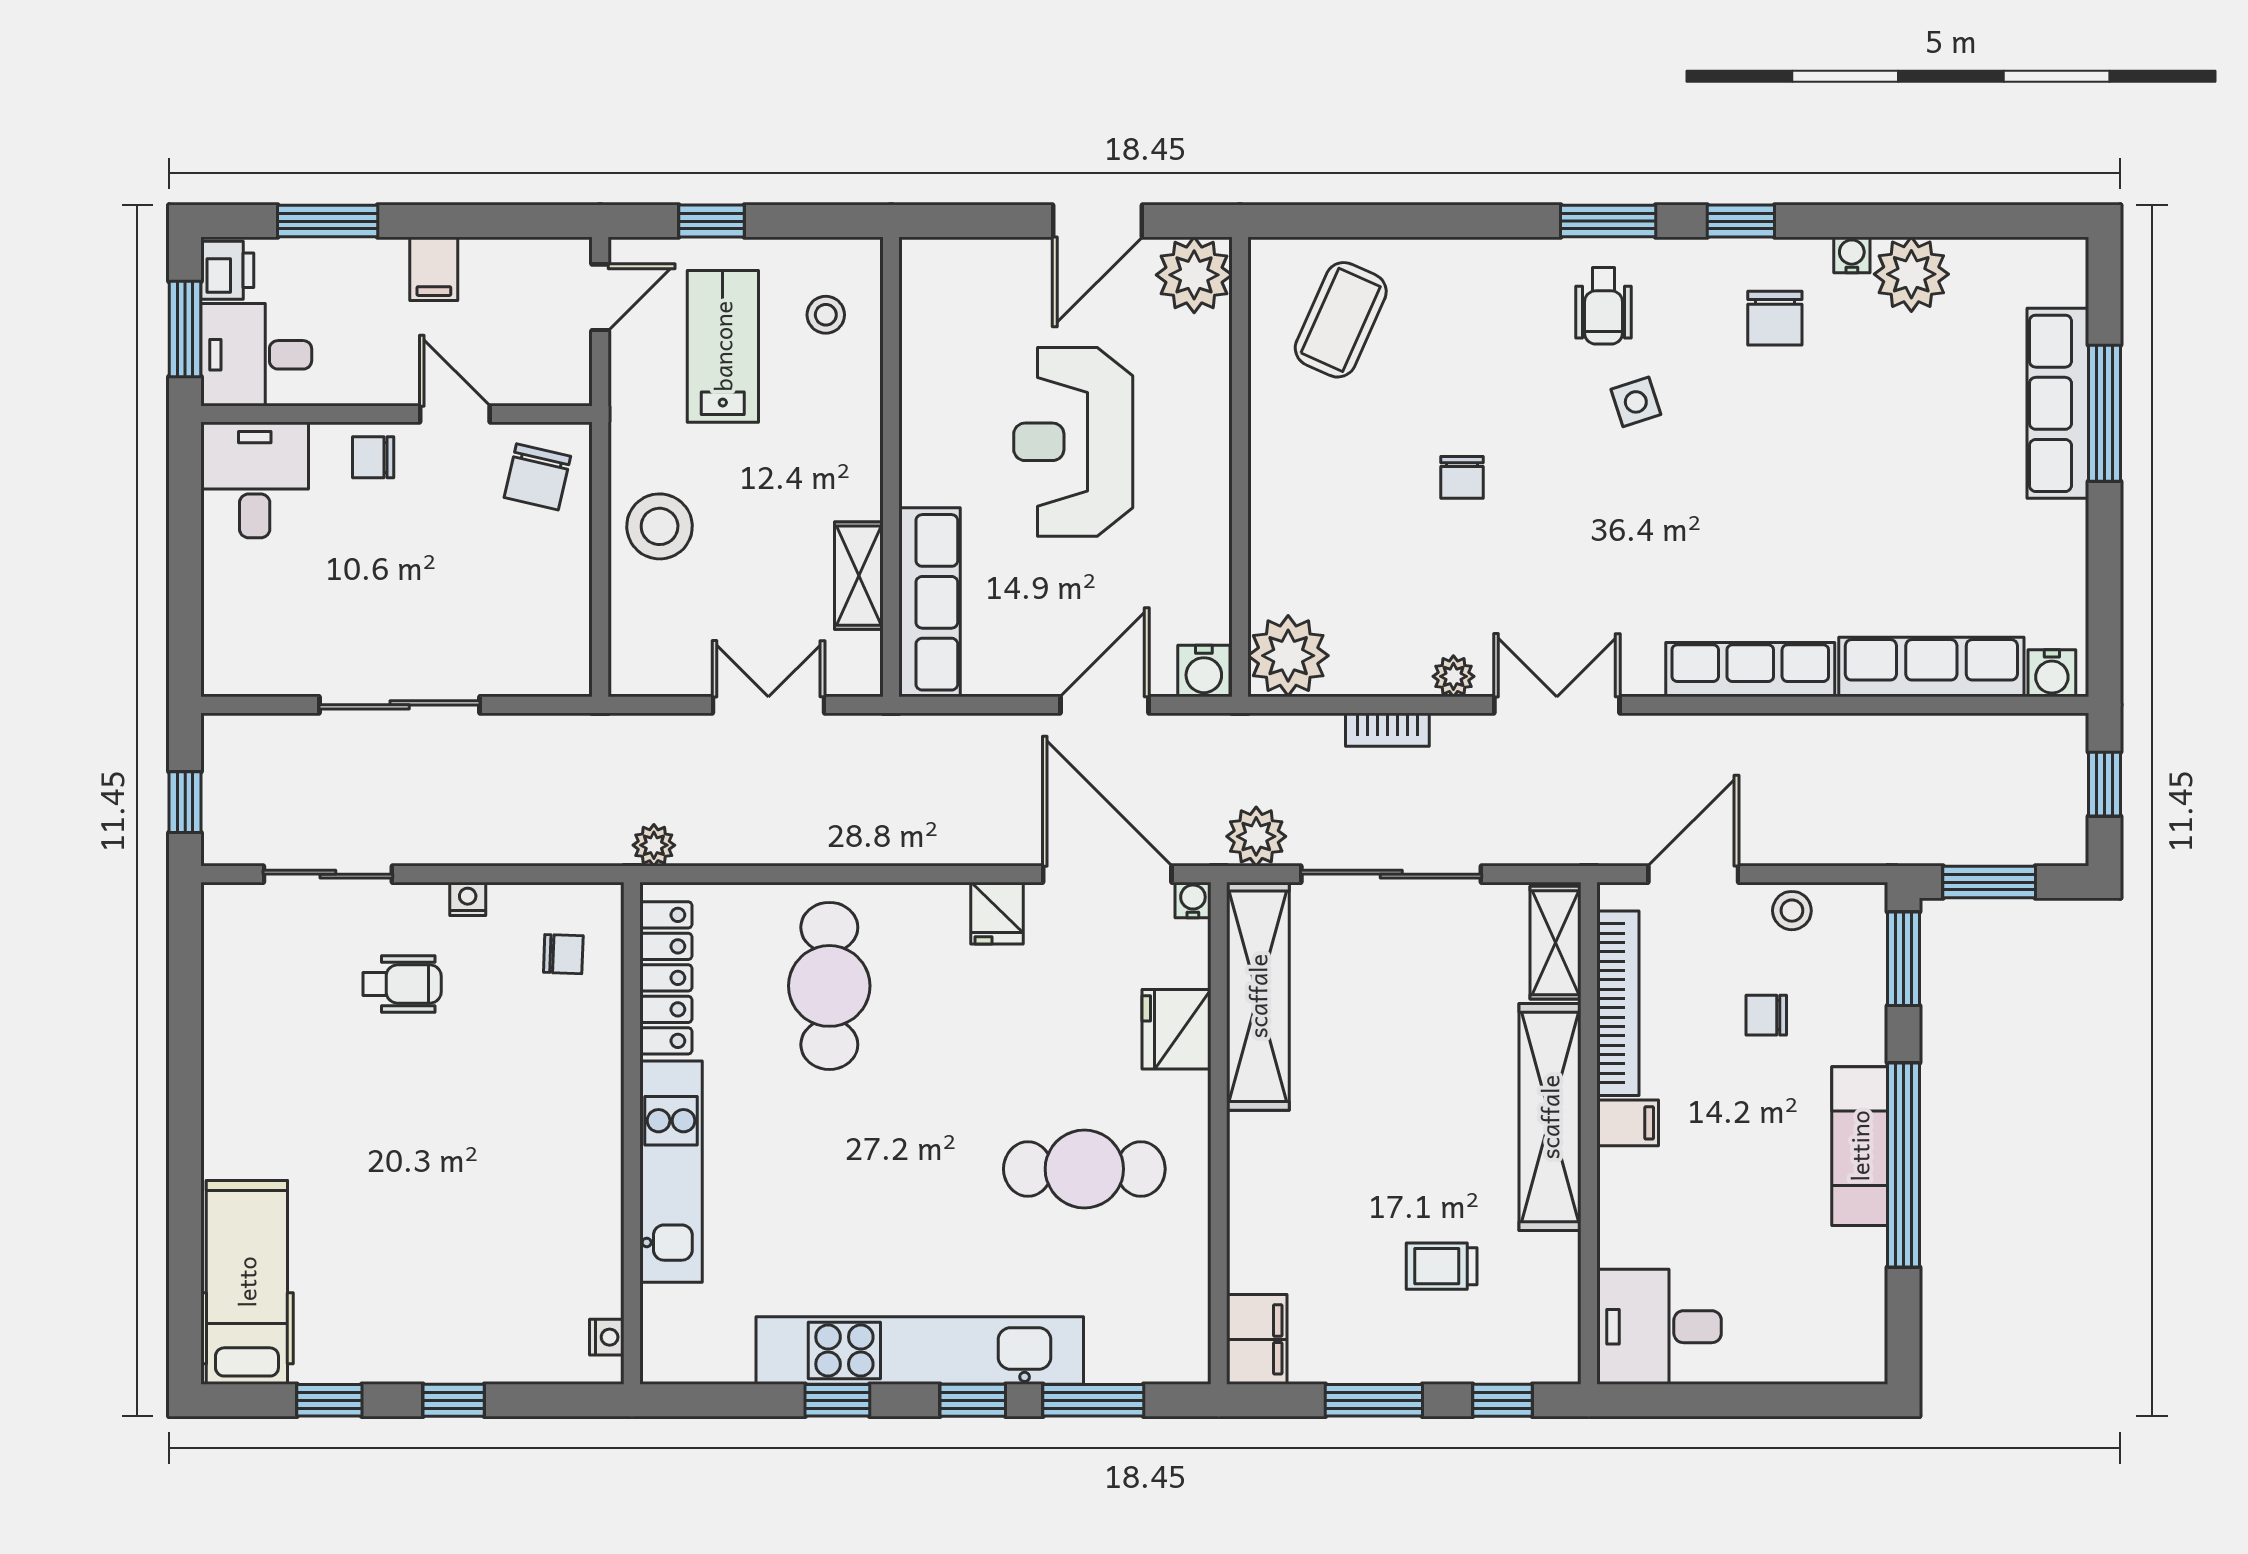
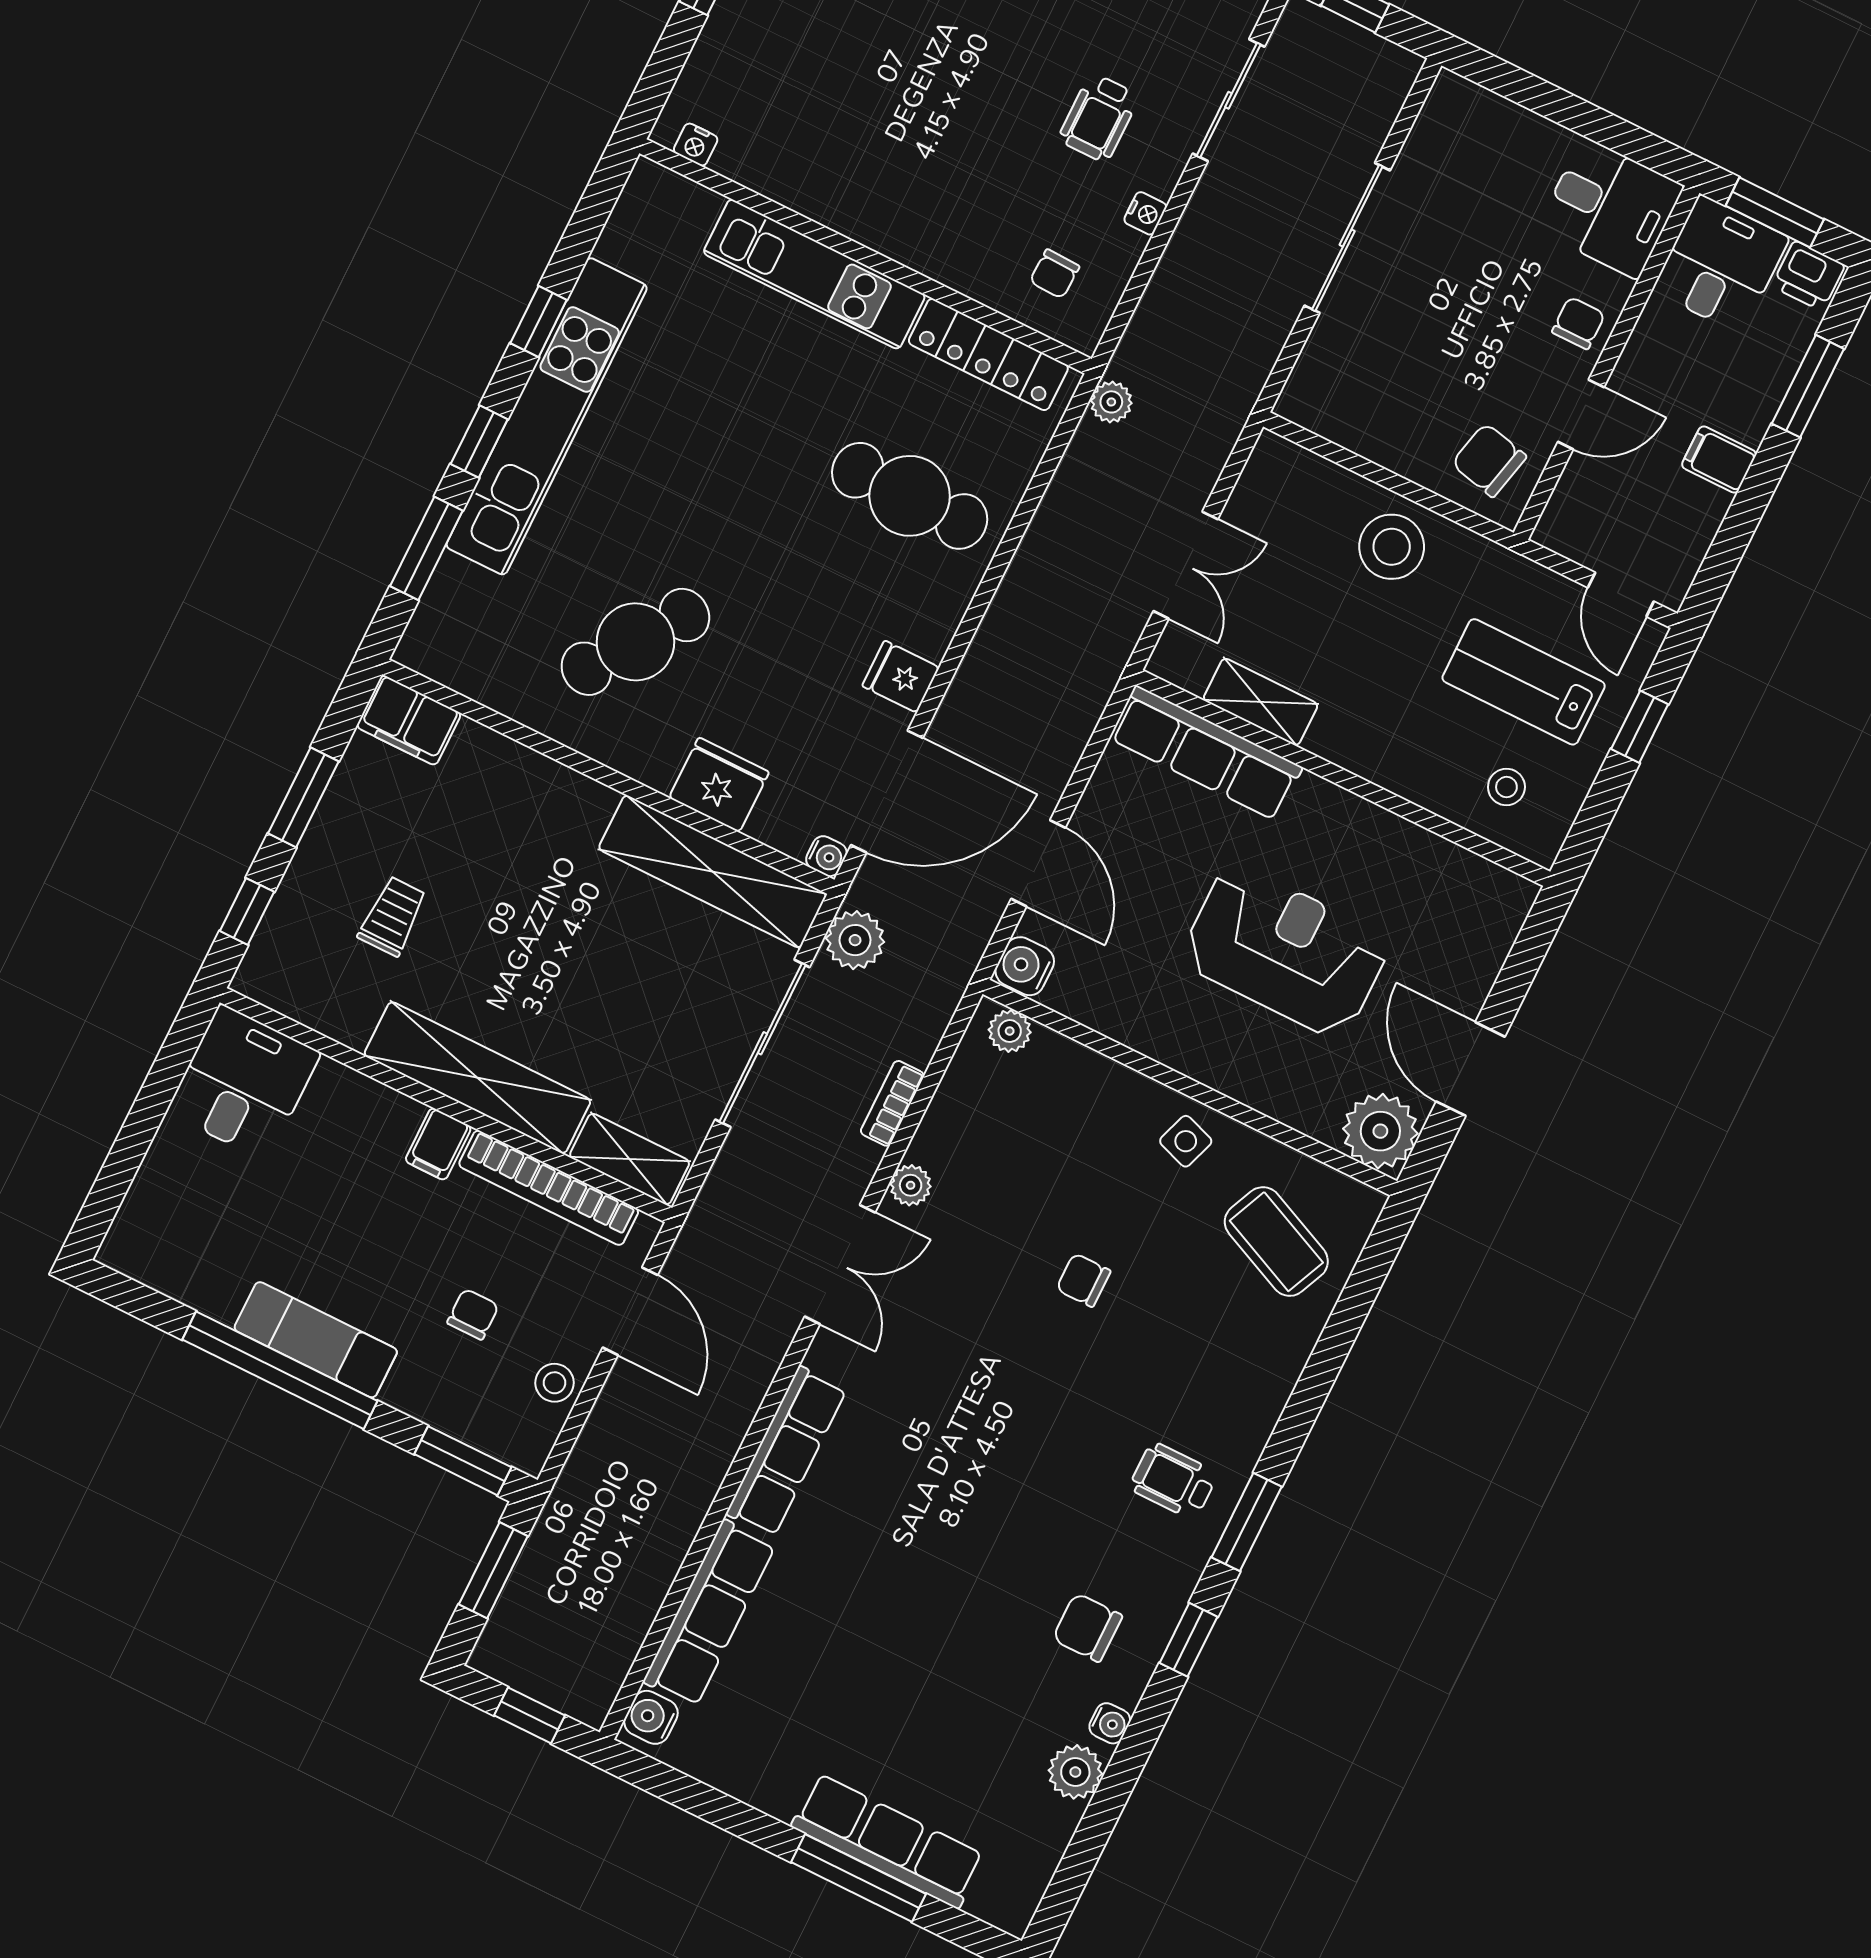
plant: (1911, 274) -> (1075, 1772), width x0.73, depth x0.73
lab bench: (723, 346) -> (1524, 682), turned 180
side table: (1636, 402) -> (1186, 1141), moved, turned 37
plant: (1288, 656) -> (1010, 1031), width x0.53, depth x0.53
cafe table: (1084, 1169) -> (635, 642), turned 35

